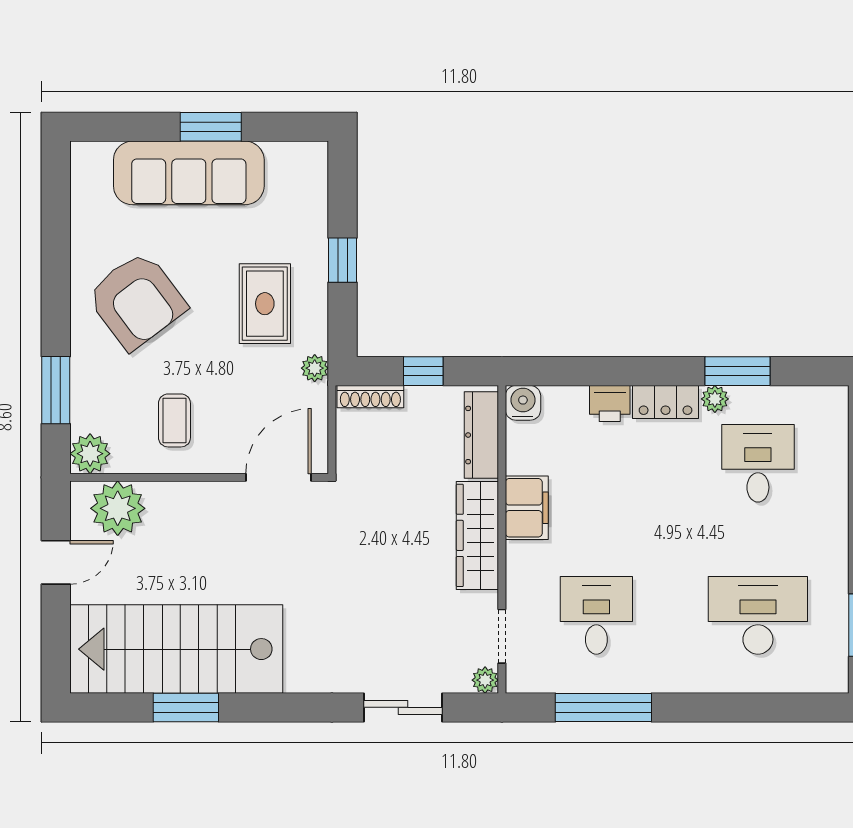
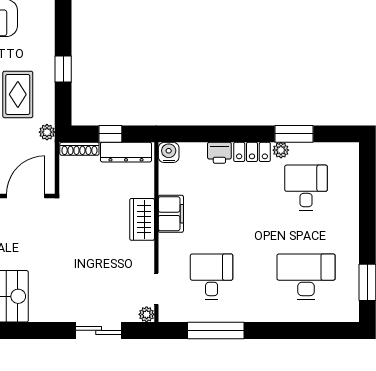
dresser: (481, 435) -> (126, 152), moved, turned -90
wardrobe: (477, 535) -> (142, 219), width x0.67

